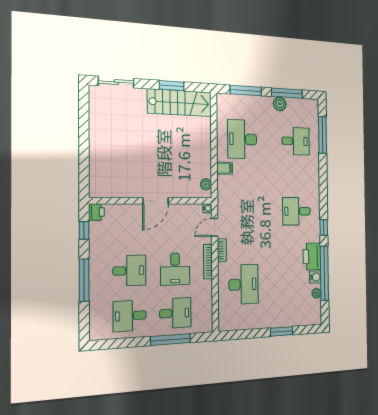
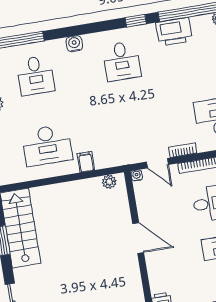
desk: (296, 141) -> (36, 75), turned 180
water cooler: (315, 277) -> (74, 44), moved

